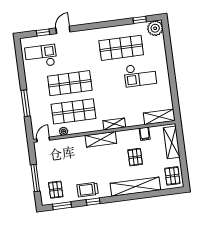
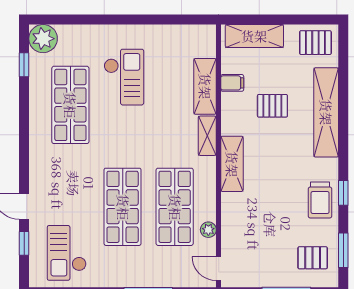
shelving: (159, 117) -> (205, 86), moved

